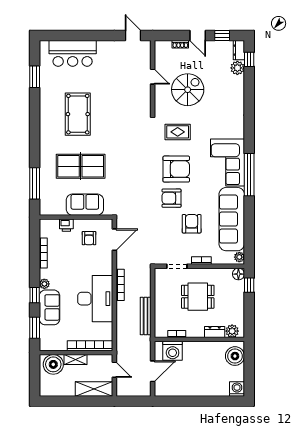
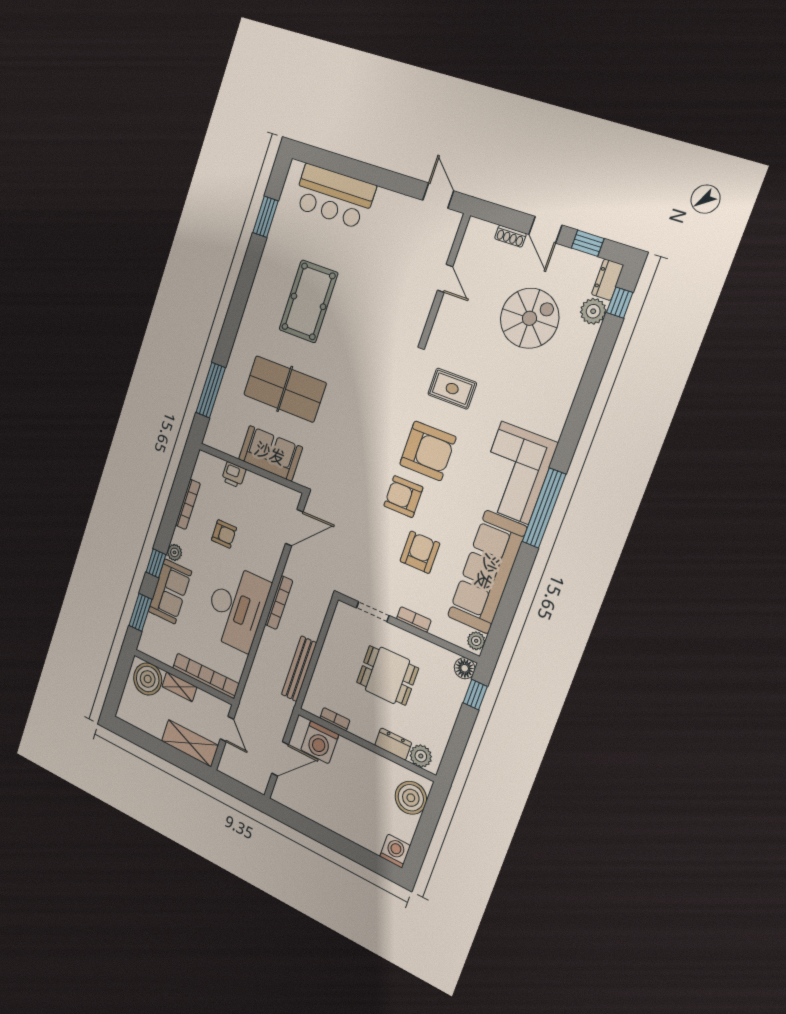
spiral stairs: (188, 90) -> (530, 318), moved
armchair: (89, 238) -> (224, 534), moved, turned -90

